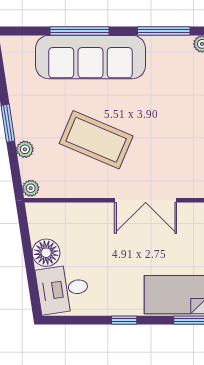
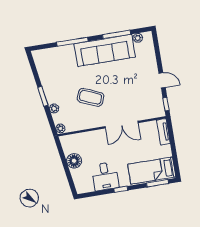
sofa: (90, 57) -> (105, 50), moved
coffee table: (96, 140) -> (90, 97), width x0.73, depth x0.76
desk: (63, 289) -> (105, 176), moved, turned -81

